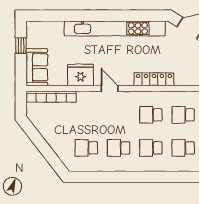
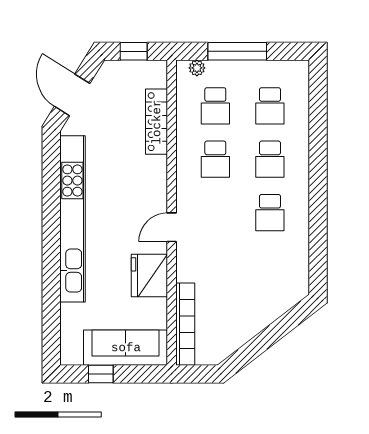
sofa: (37, 67) -> (126, 348), width x1.36
locker: (154, 79) -> (157, 122), moved
school desk: (86, 148) -> (270, 266), removed

